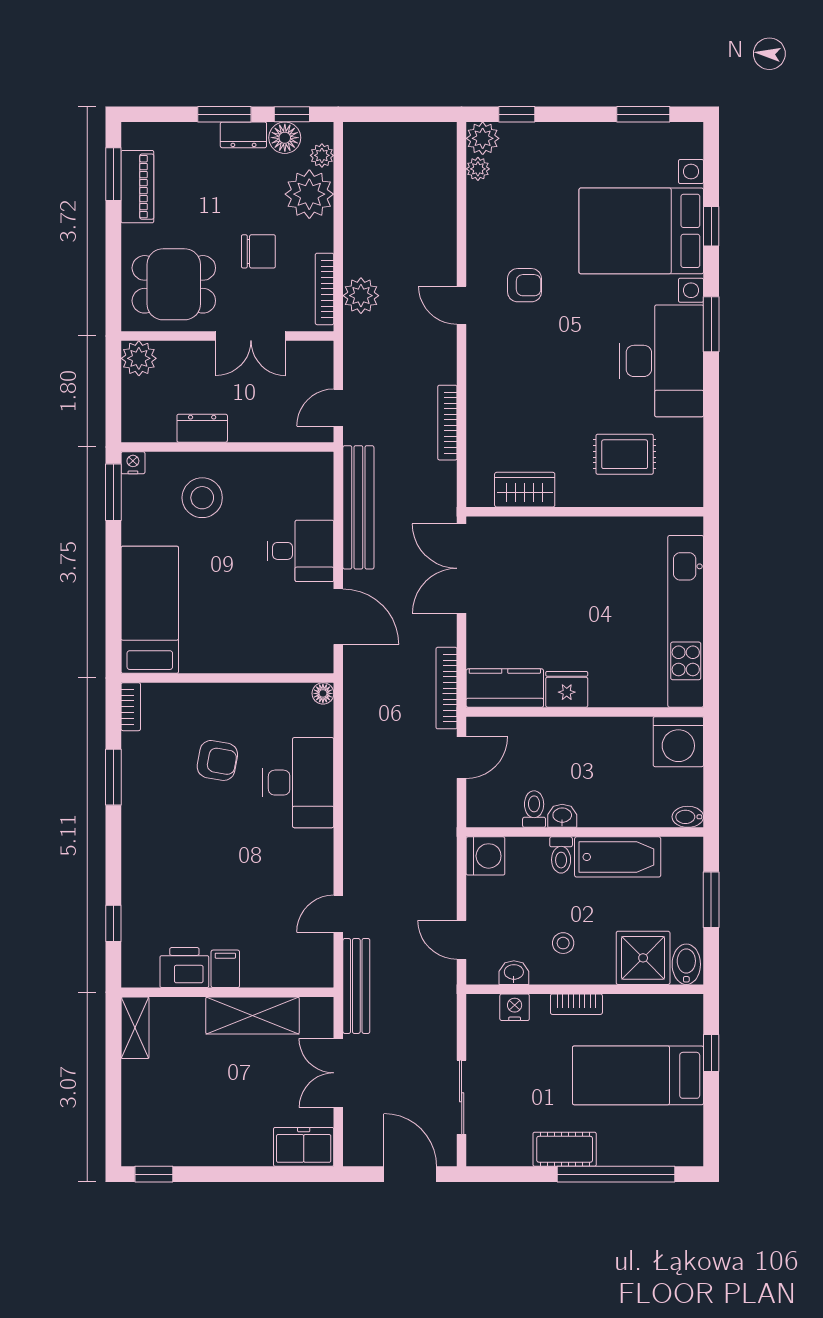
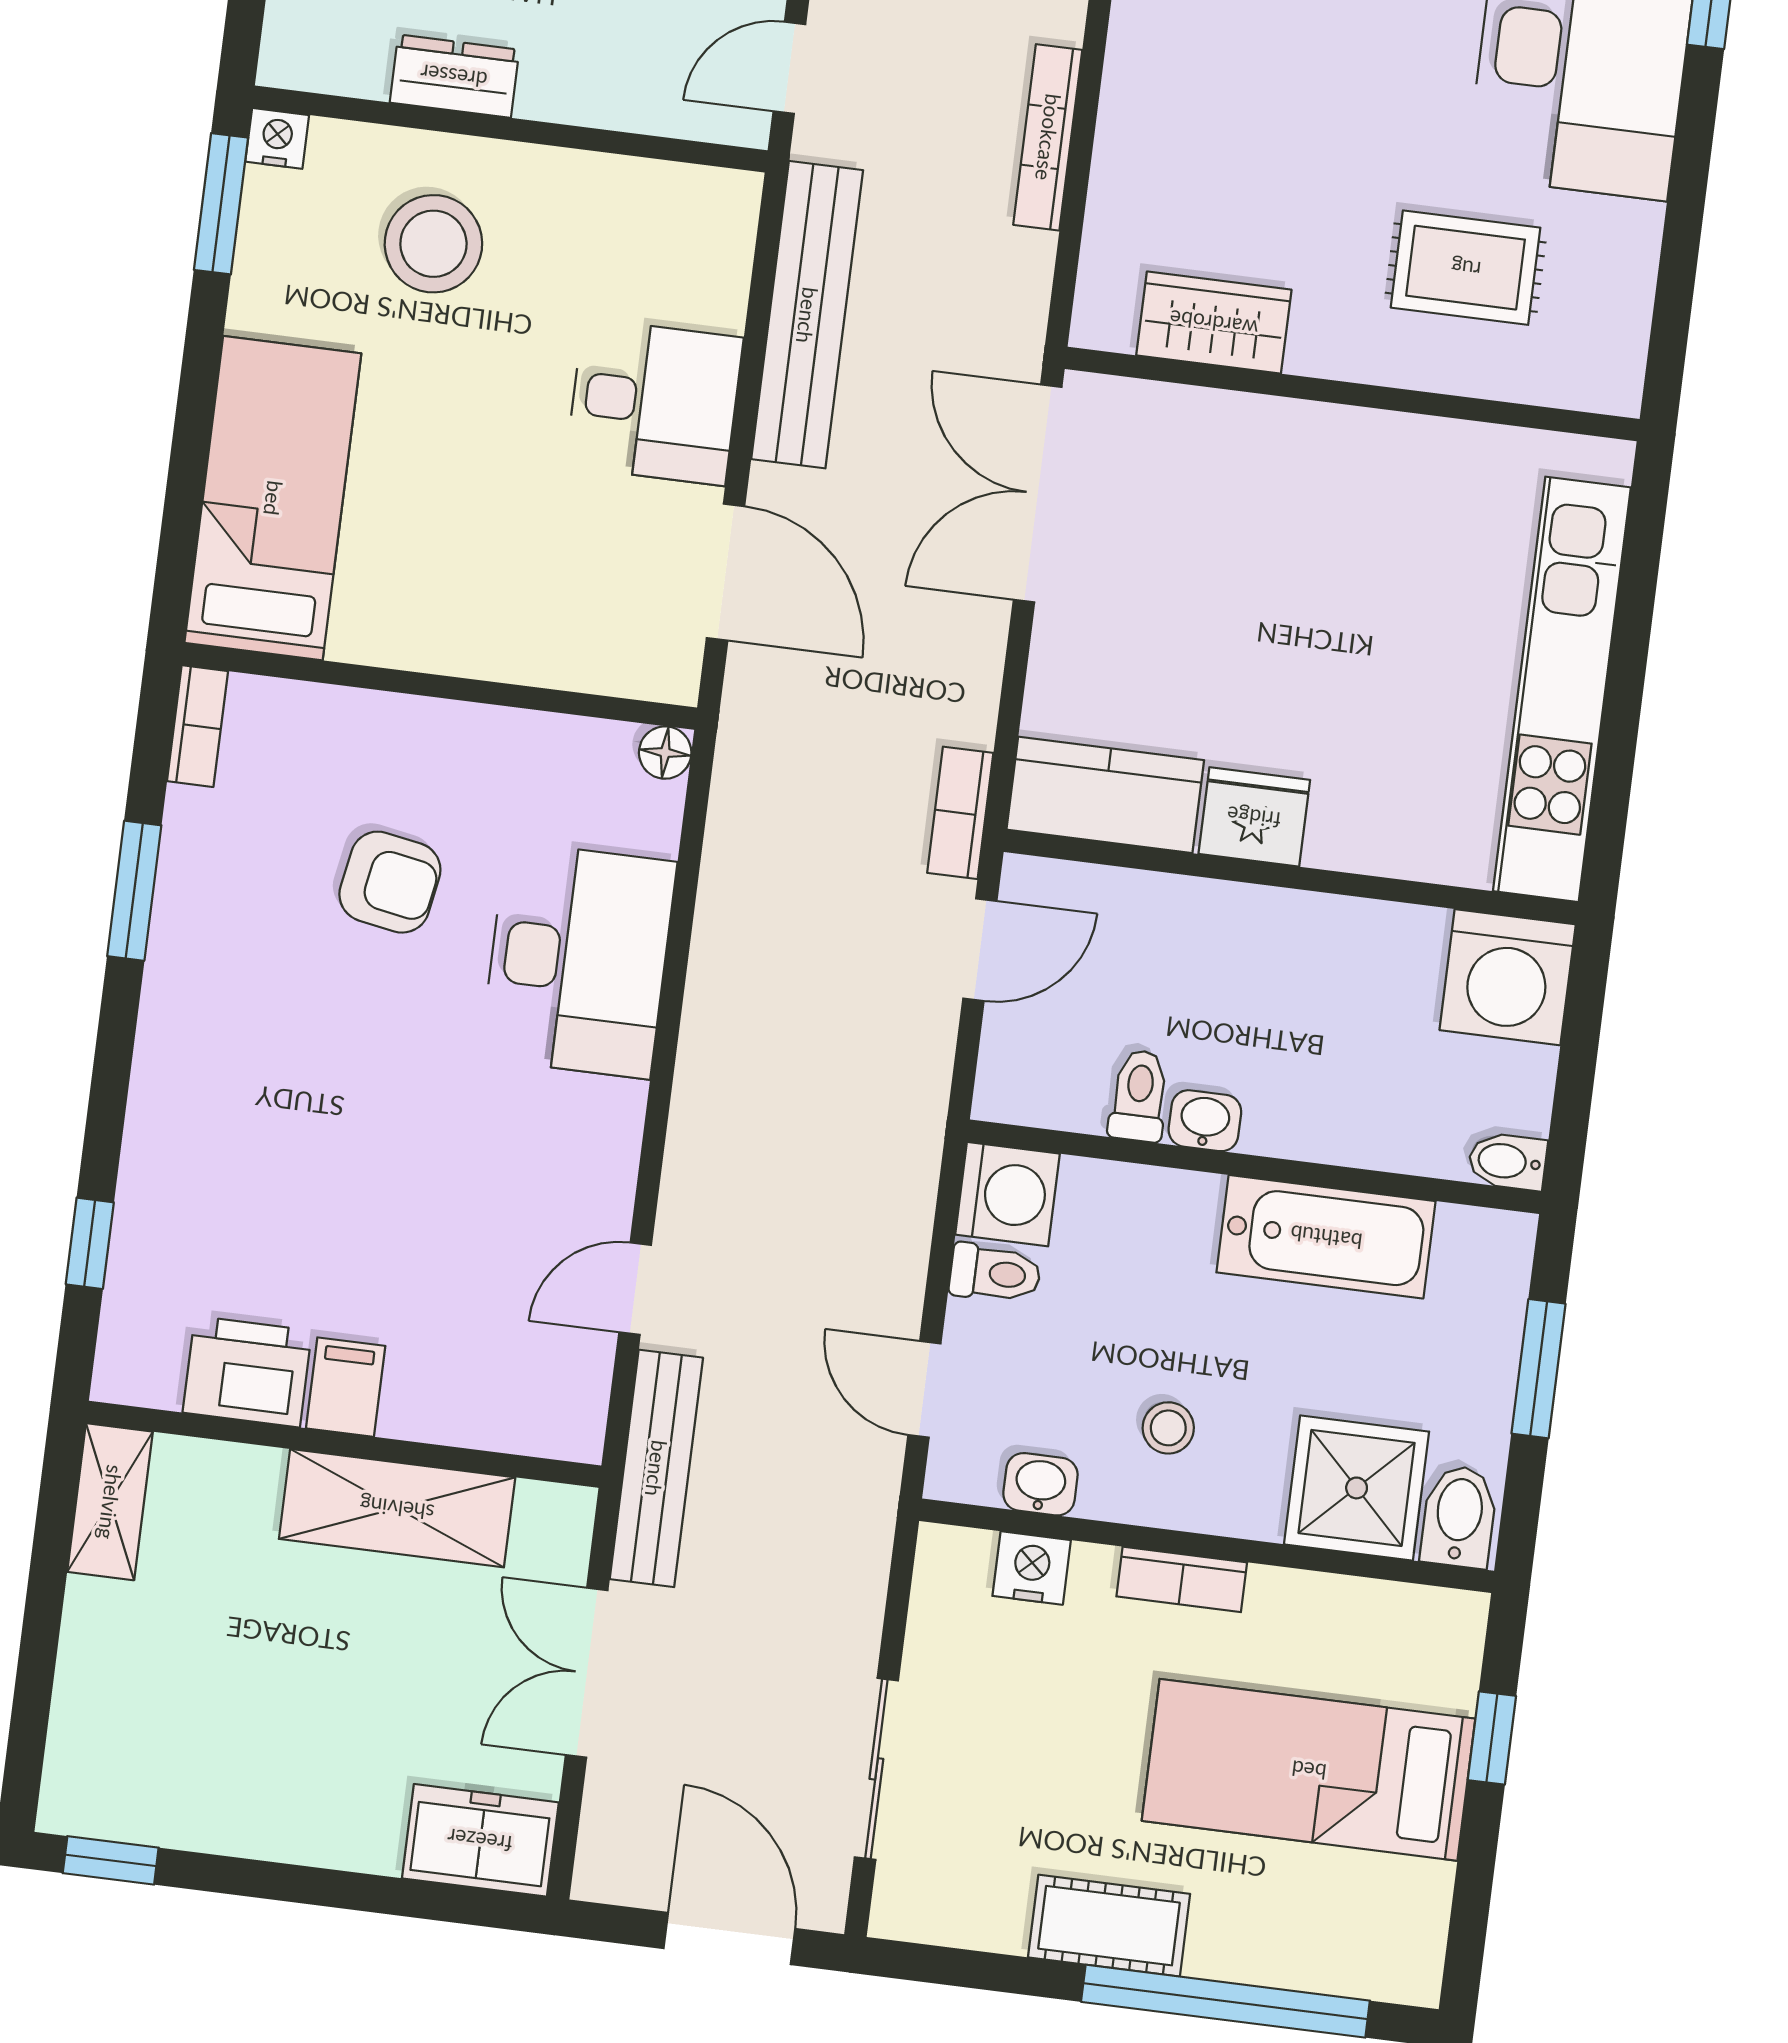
bookcase: (447, 688) -> (960, 813), width x0.64
toilet: (561, 855) -> (995, 1273), moved, turned -90

